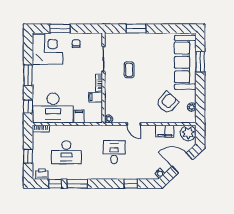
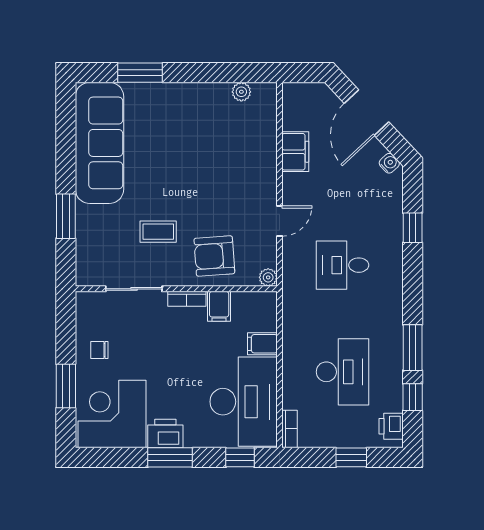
sofa: (185, 62) -> (99, 143), moved, turned -90
printer: (39, 73) -> (165, 433), added
armchair: (167, 103) -> (214, 256), moved, turned -46
plant: (188, 133) -> (299, 100), removed

